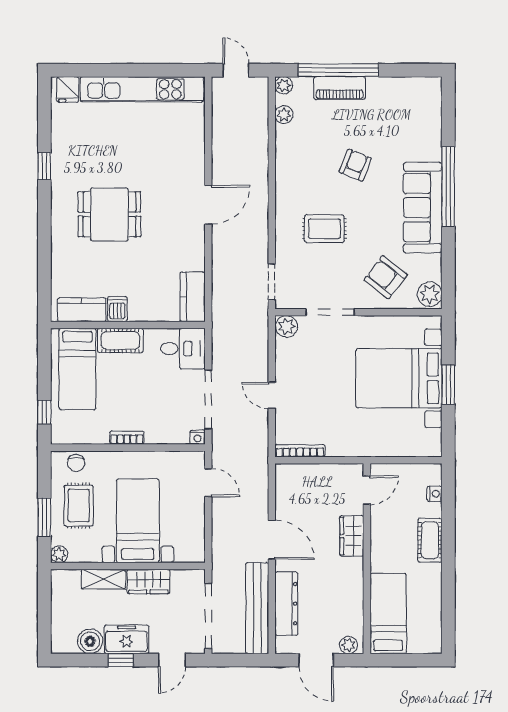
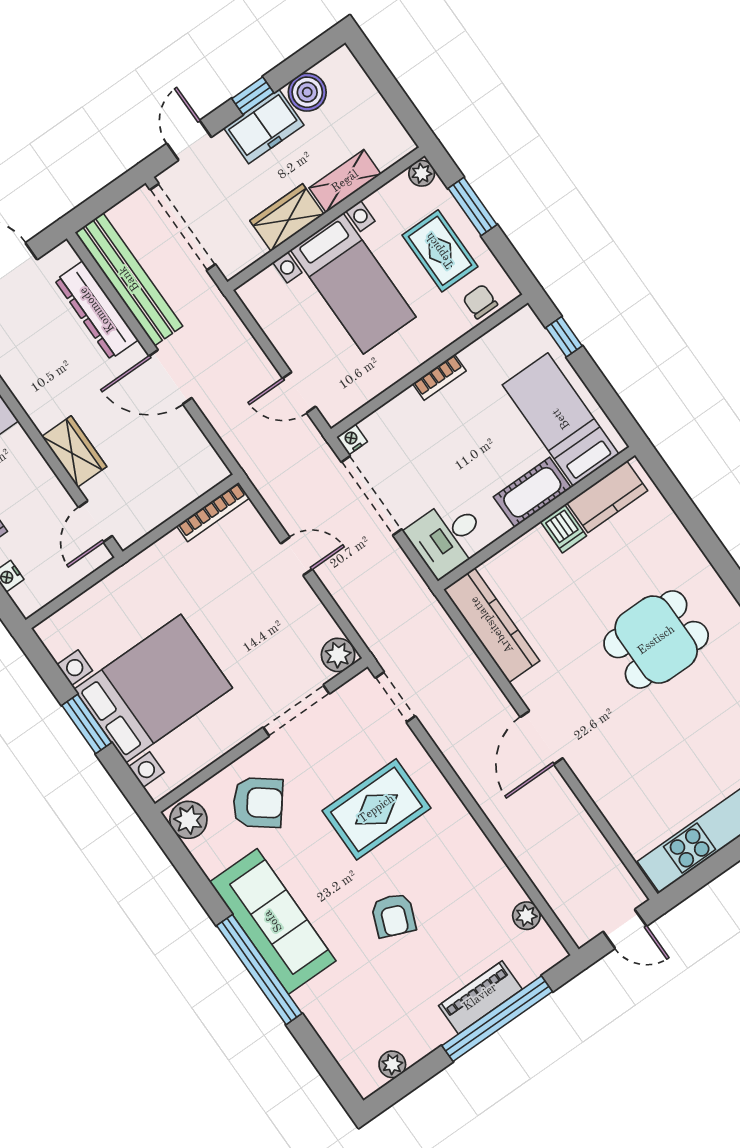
plant: (284, 85) -> (392, 1064), moved
rug: (324, 229) -> (376, 809), width x1.36, depth x1.43
kitchen counter: (193, 297) -> (492, 625), width x1.50

